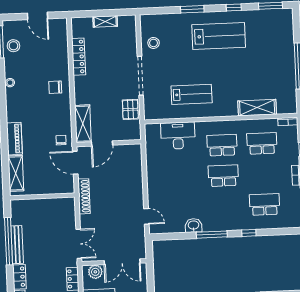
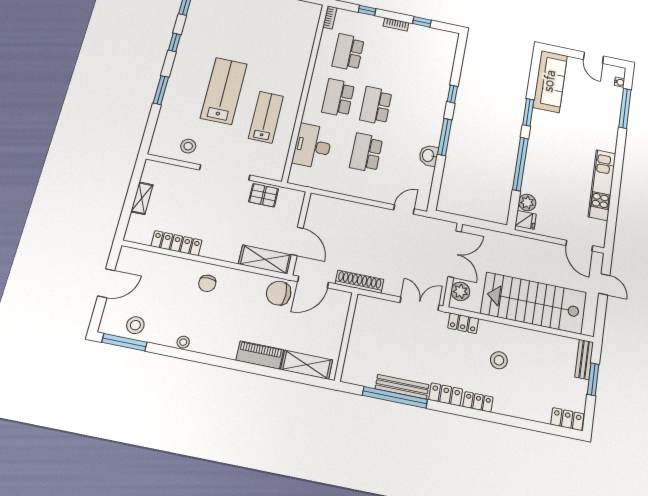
lab bench: (219, 36) -> (224, 91), moved
shelving: (257, 108) -> (304, 47), removed
chair: (61, 140) -> (279, 293), width x1.87, depth x1.87
school desk: (265, 204) -> (366, 153), moved

